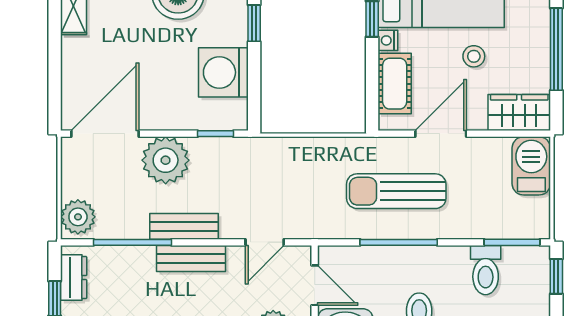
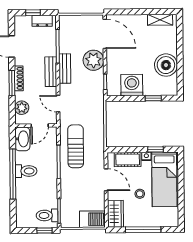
sun lounger: (396, 191) -> (76, 146), moved
plant: (78, 217) -> (69, 22), removed
toilet: (486, 270) -> (47, 215), moved

